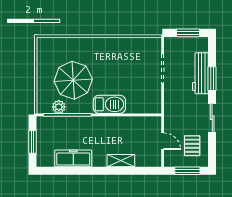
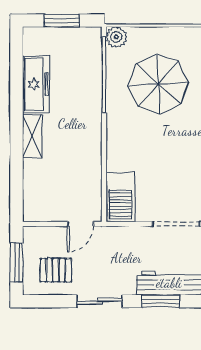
barbecue: (109, 104) -> (120, 197), moved
plant: (59, 107) -> (116, 37), moved
door: (163, 141) -> (80, 224), moved
shelving: (121, 161) -> (32, 136), moved

